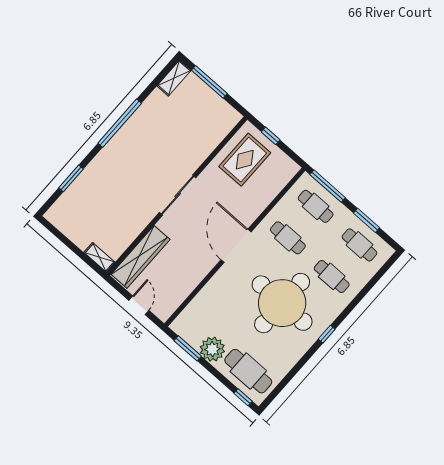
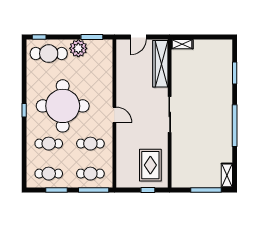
door: (236, 246) -> (114, 115), width x0.53
door: (139, 305) -> (138, 37), hinge flipped

